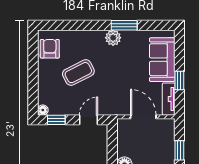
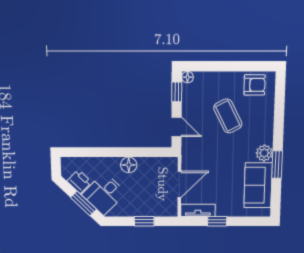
sofa: (162, 60) -> (258, 185), moved, turned -90

